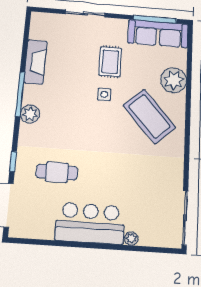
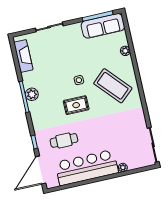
fireplace: (35, 62) -> (23, 56), moved
rug: (110, 62) -> (76, 105), moved, turned 90
plant: (174, 80) -> (125, 51), width x0.53, depth x0.53
plant: (30, 114) -> (32, 94), moved
bar counter: (90, 223) -> (87, 168), width x1.36

